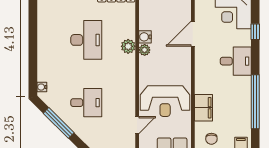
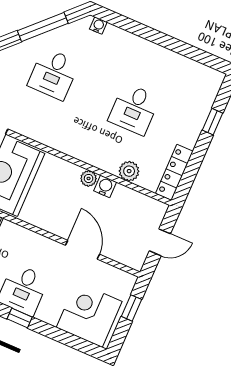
window: (255, 32) -> (20, 318), moved
desk: (86, 40) -> (134, 109), width x0.73
plant: (128, 46) -> (129, 171), moved

